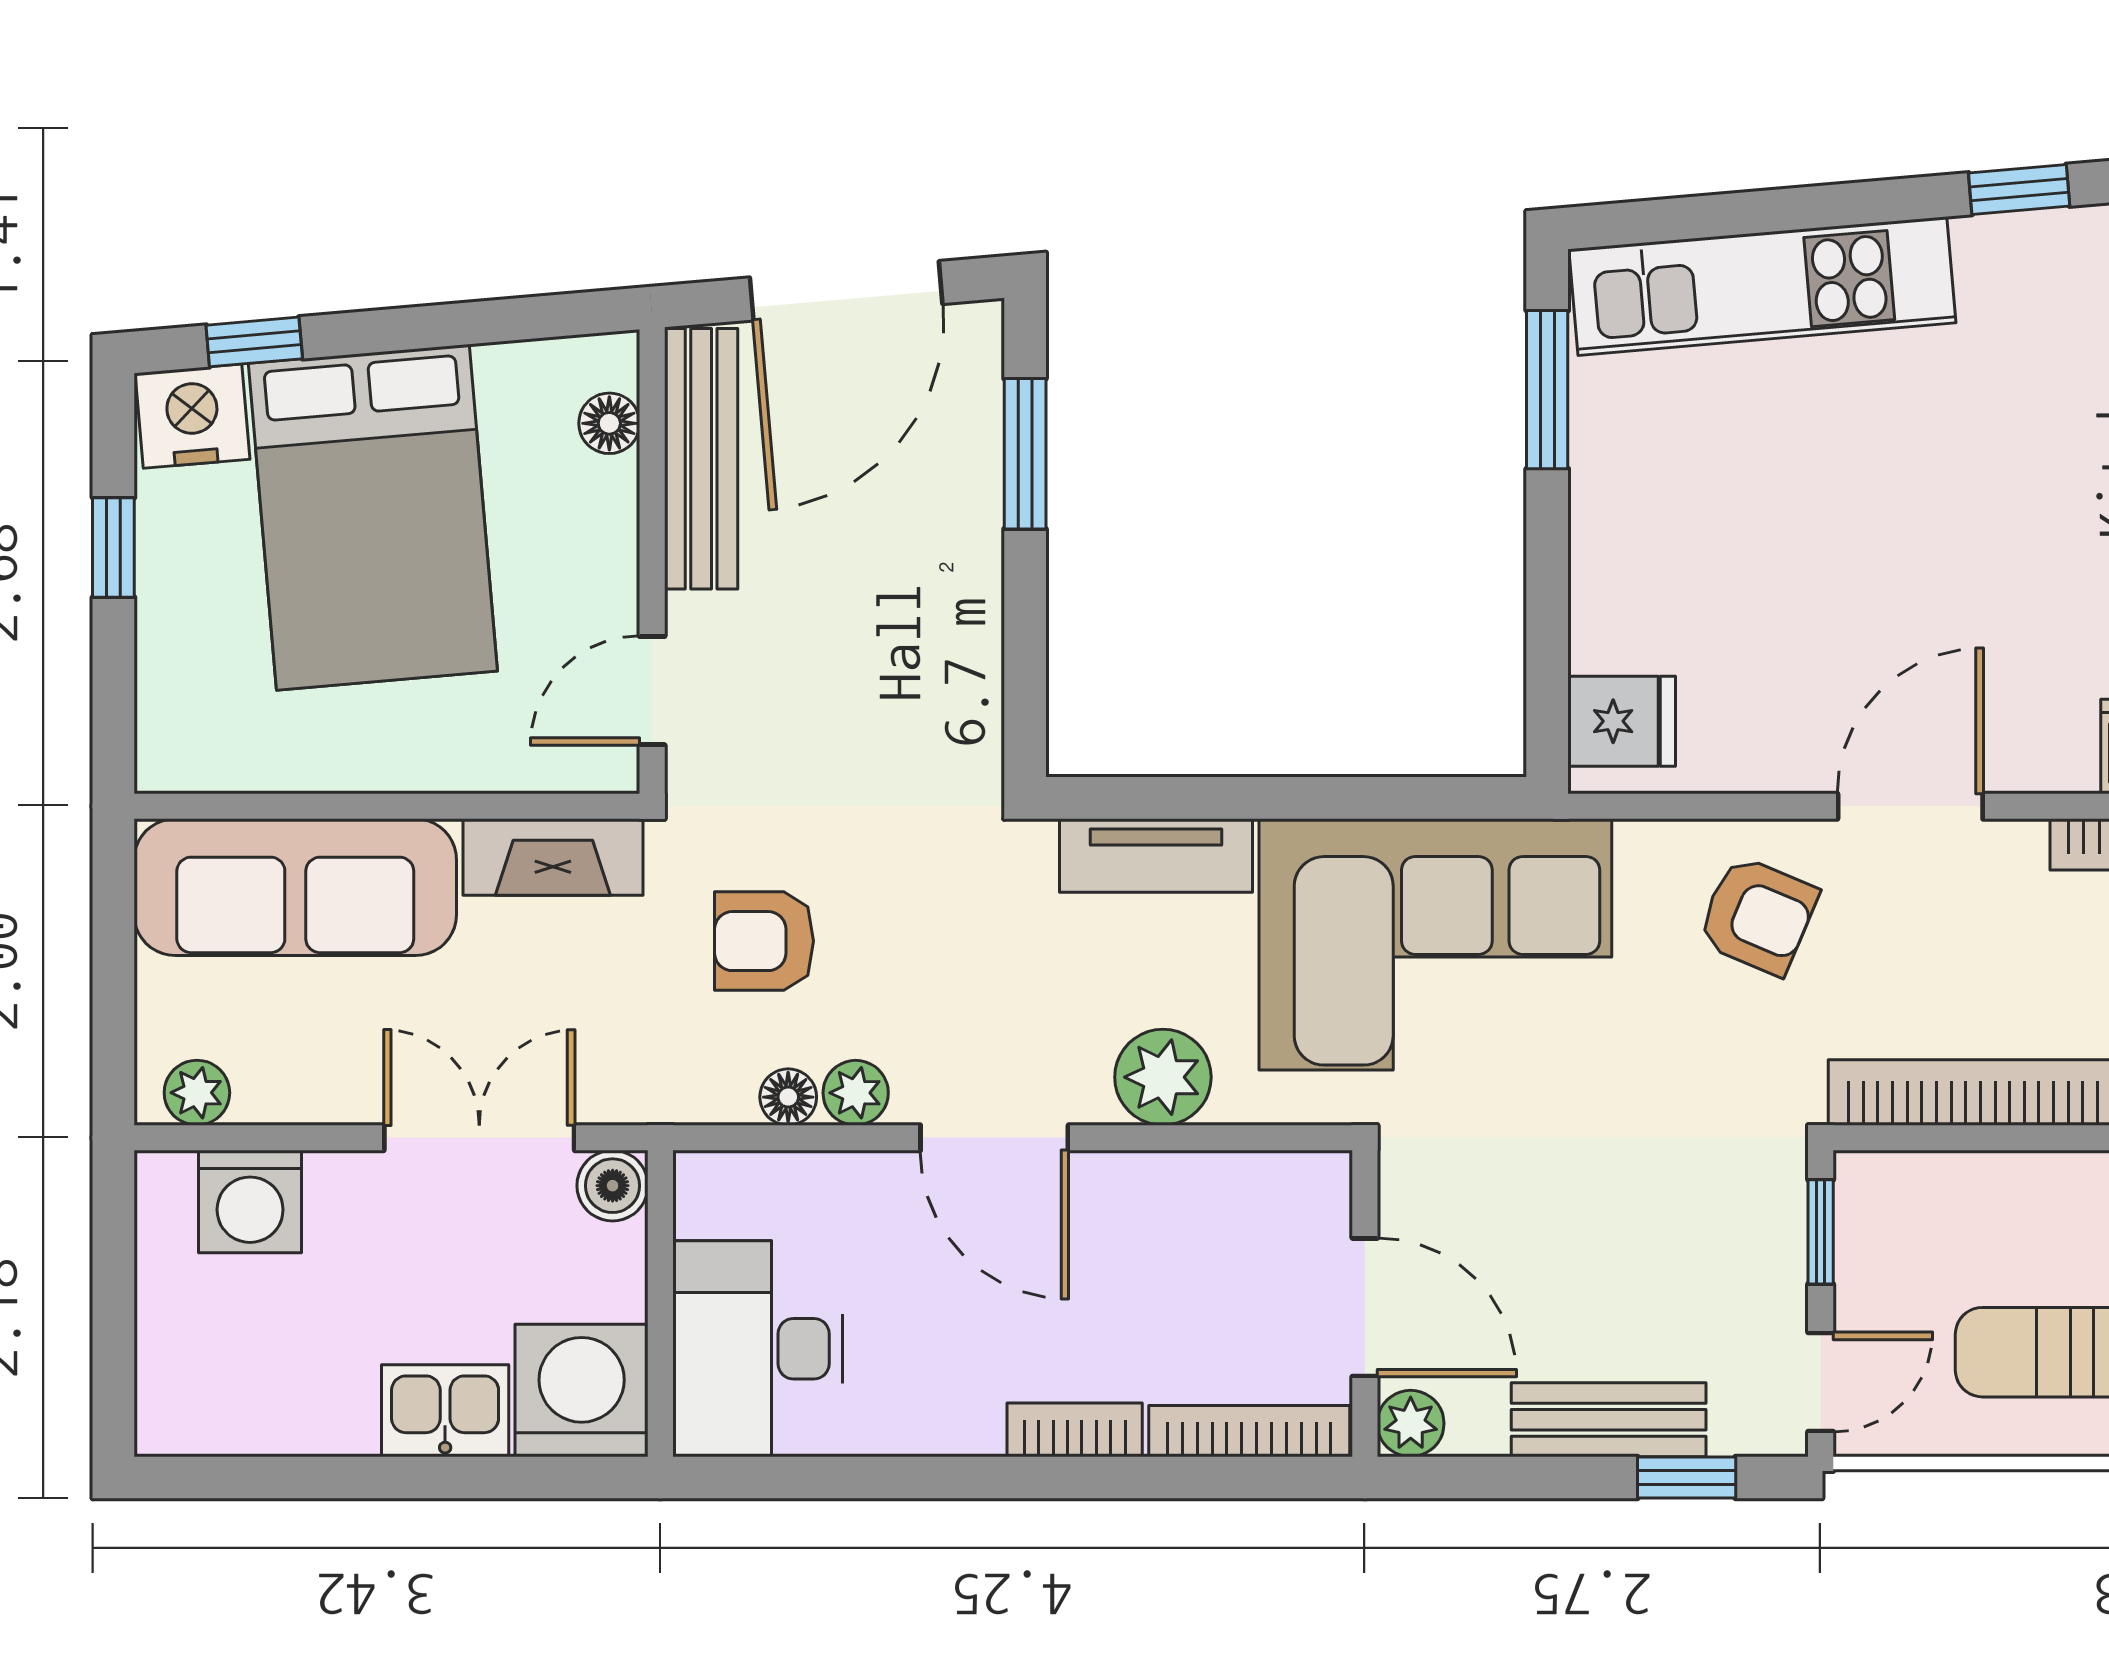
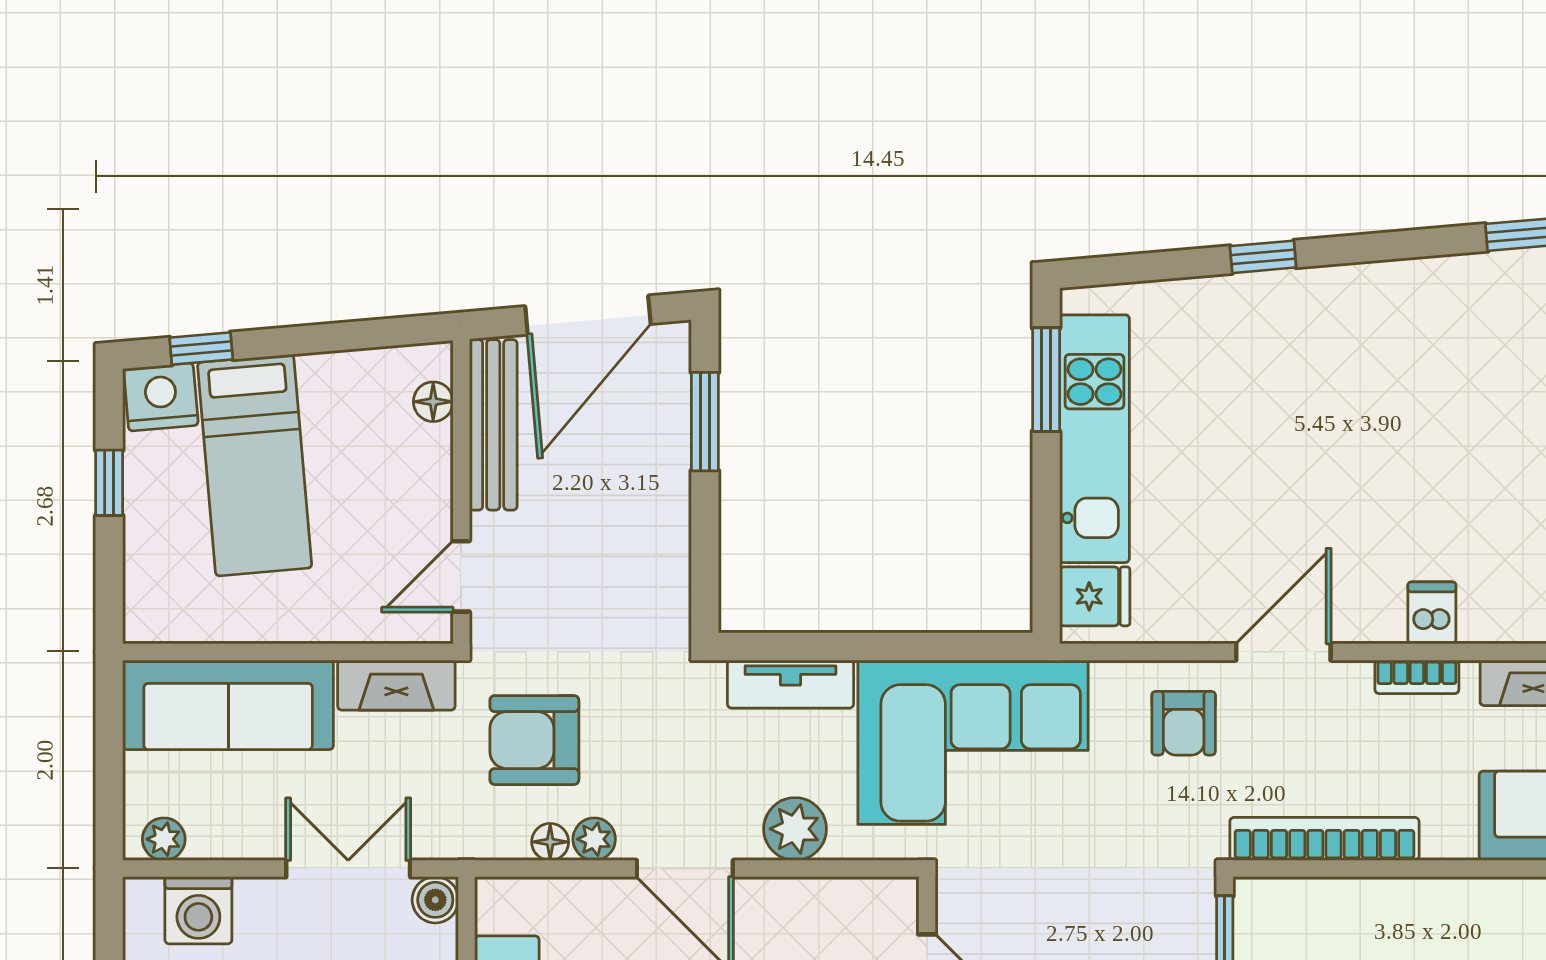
window: (2019, 189) -> (1263, 257), moved
kitchen unit: (1762, 286) -> (1095, 439), moved, turned -85
bed: (373, 517) -> (255, 465), width x0.67
armchair: (1758, 915) -> (1184, 723), turned 67
armchair: (764, 941) -> (534, 740), width x1.38, depth x1.38

